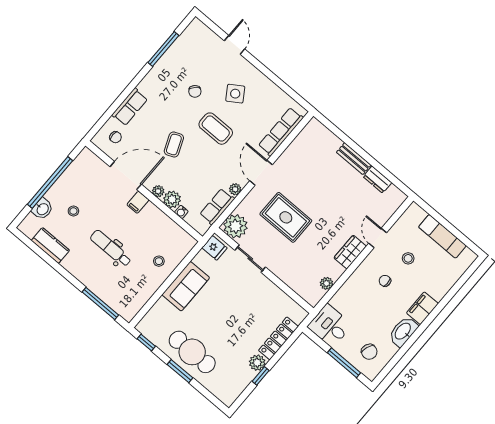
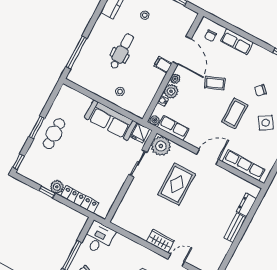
dresser: (377, 180) -> (246, 205), moved
plant: (235, 189) -> (154, 120), moved
plant: (327, 283) -> (132, 228), removed
sofa: (186, 286) -> (111, 120), width x1.36
window: (146, 342) -> (19, 162), moved
cafe table: (192, 352) -> (54, 134), width x0.73, depth x0.74

